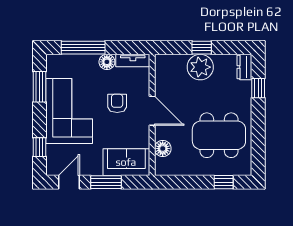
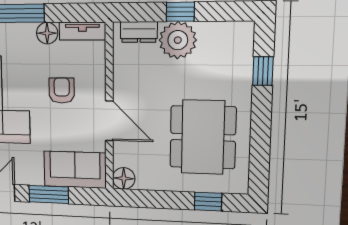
dresser: (244, 67) -> (139, 32), moved, turned -90
door: (152, 111) -> (109, 121), moved
dining table: (219, 135) -> (203, 137), turned 90
floor lamp: (163, 149) -> (124, 178), moved

